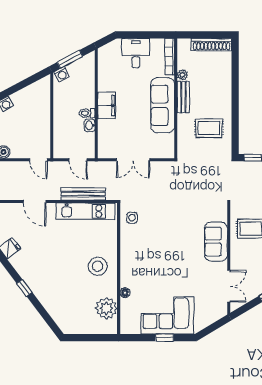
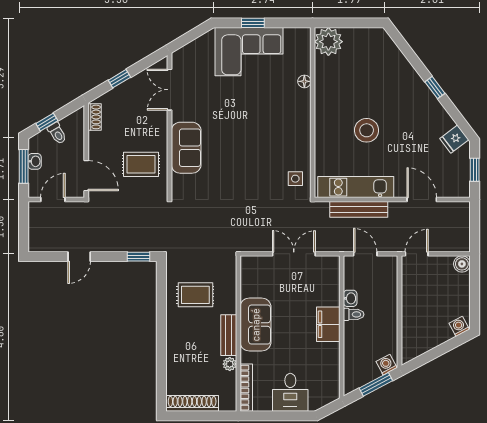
sofa: (163, 105) -> (256, 325), width x0.73
door: (38, 160) -> (417, 254), hinge flipped
stool: (98, 266) -> (367, 130), moved
plant: (106, 308) -> (328, 42), moved

